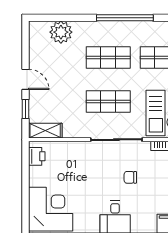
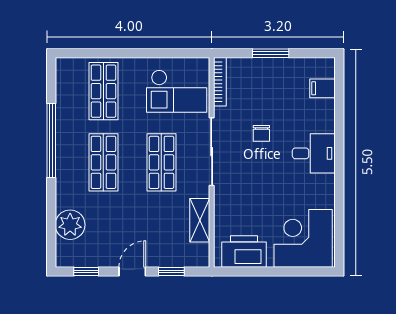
window: (25, 44) -> (86, 271), added
shelving: (45, 131) -> (200, 220), moved
printer: (37, 156) -> (244, 251), width x1.87, depth x1.48

